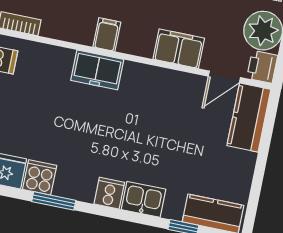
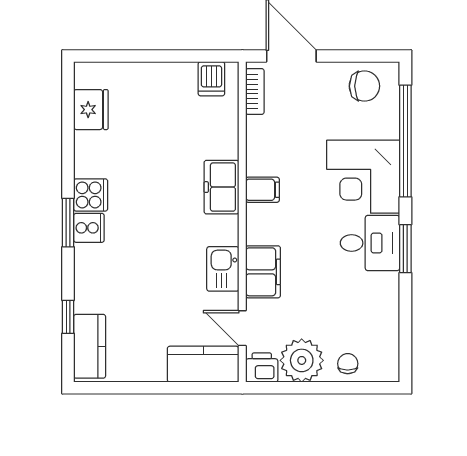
cooker: (40, 177) -> (91, 195), moved
kitchen sink: (143, 199) -> (223, 269), moved, turned 180
window: (54, 201) -> (68, 223), moved

